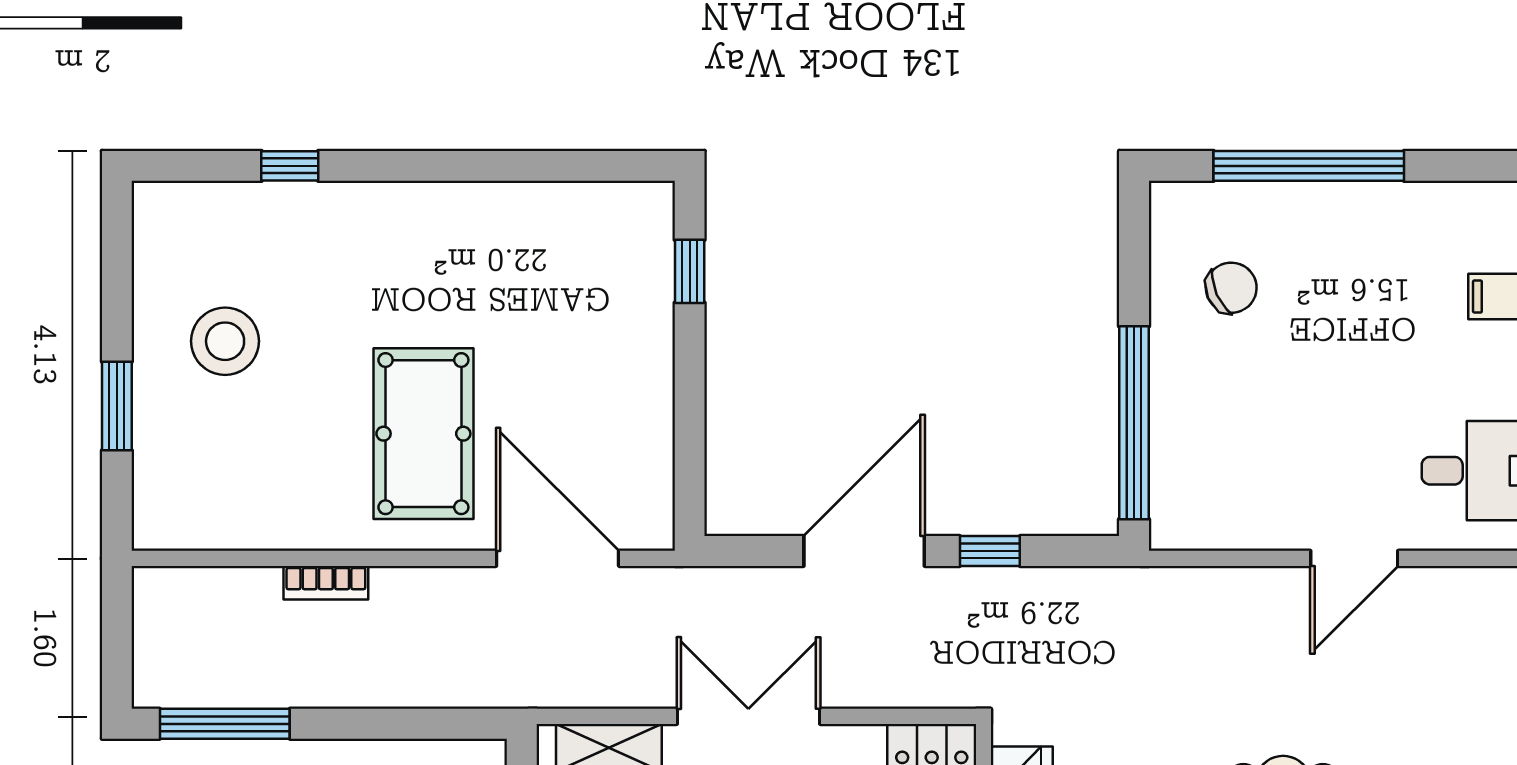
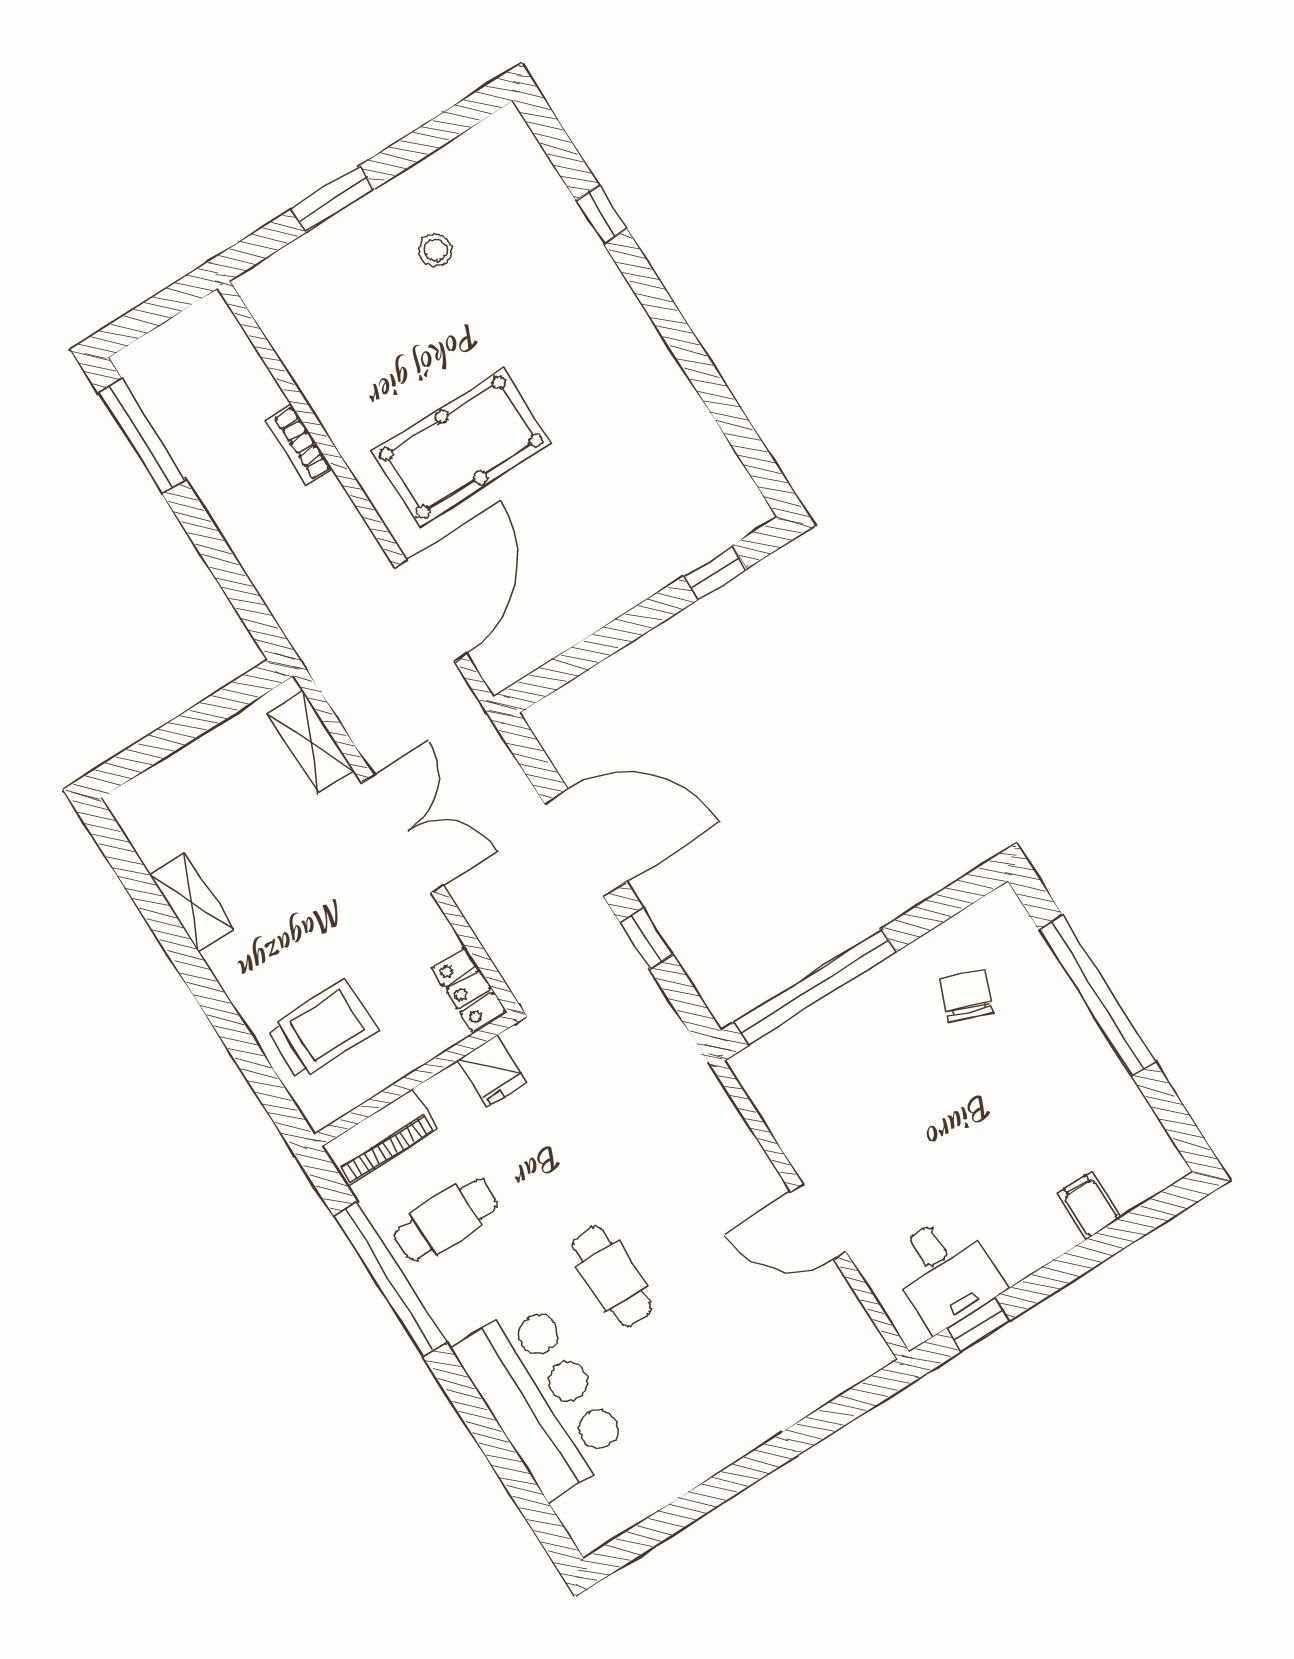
chair: (1231, 288) -> (966, 996), turned -136
stool: (225, 341) -> (435, 250), width x0.53, depth x0.53

